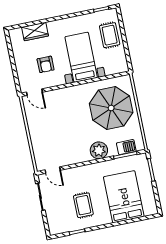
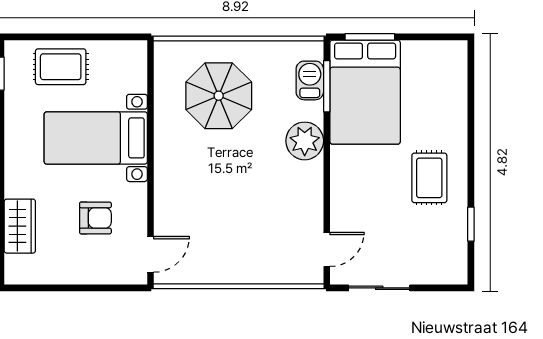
parasol: (111, 108) -> (219, 96), width x0.73, depth x0.73
bed: (124, 197) -> (365, 92), moved, turned -90
rug: (83, 205) -> (429, 178), moved, turned 90

